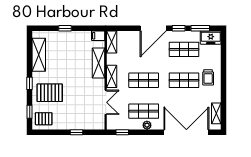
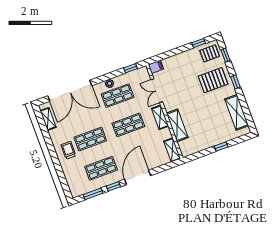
filing cabinet: (98, 36) -> (156, 67), moved
freezer: (211, 38) -> (80, 189), removed
window: (76, 132) -> (199, 43), moved

